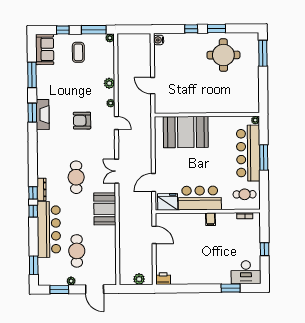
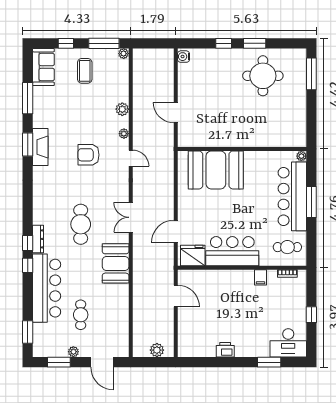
filing cabinet: (211, 219) -> (260, 277), moved
cafe table: (77, 251) -> (81, 315), width x0.73, depth x0.74
printer: (163, 279) -> (225, 350), moved

